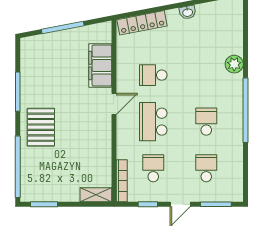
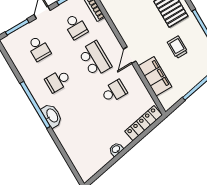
plant: (234, 64) -> (62, 132), removed
trolley: (58, 82) -> (177, 47), added
washbasin: (235, 88) -> (52, 116), added
school desk: (206, 122) -> (58, 81), turned 90

